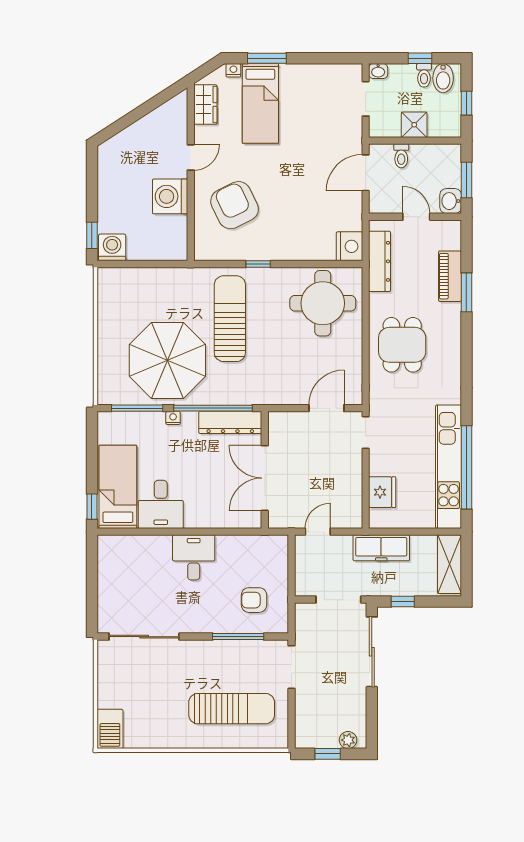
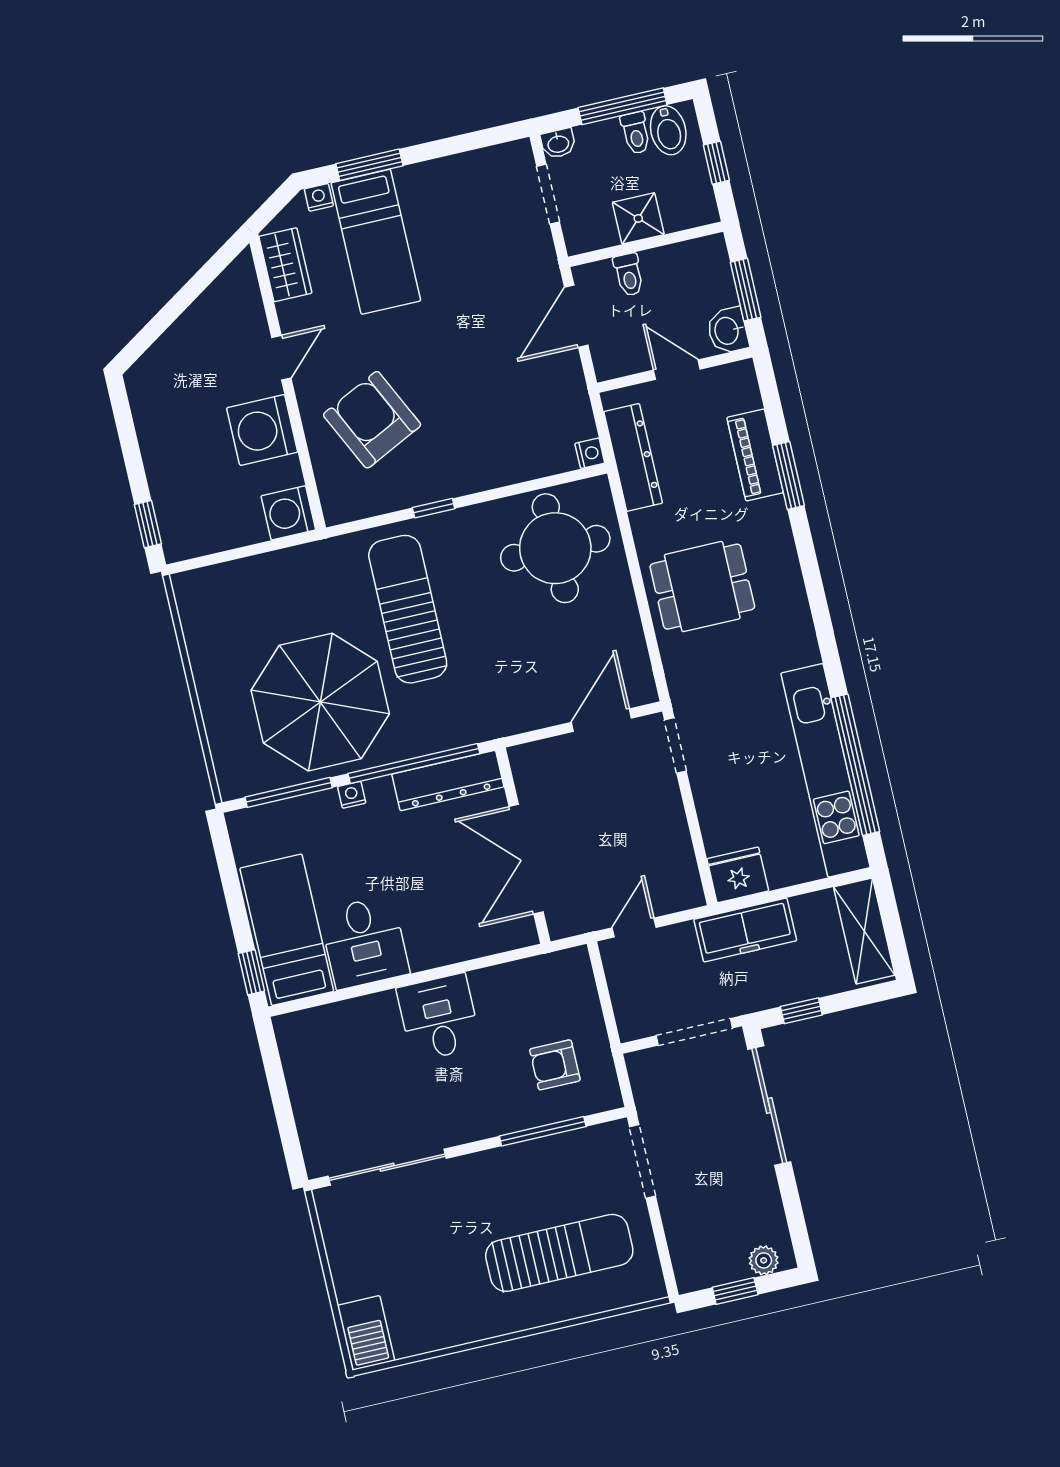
window: (420, 58) -> (623, 106), width x2.17
nightstand: (349, 246) -> (590, 453), width x0.53, depth x0.56
washing machine: (112, 247) -> (288, 513), moved, turned -90
dining table: (402, 345) -> (702, 587), turned 90
fridge: (382, 492) -> (738, 875), moved, turned -90

